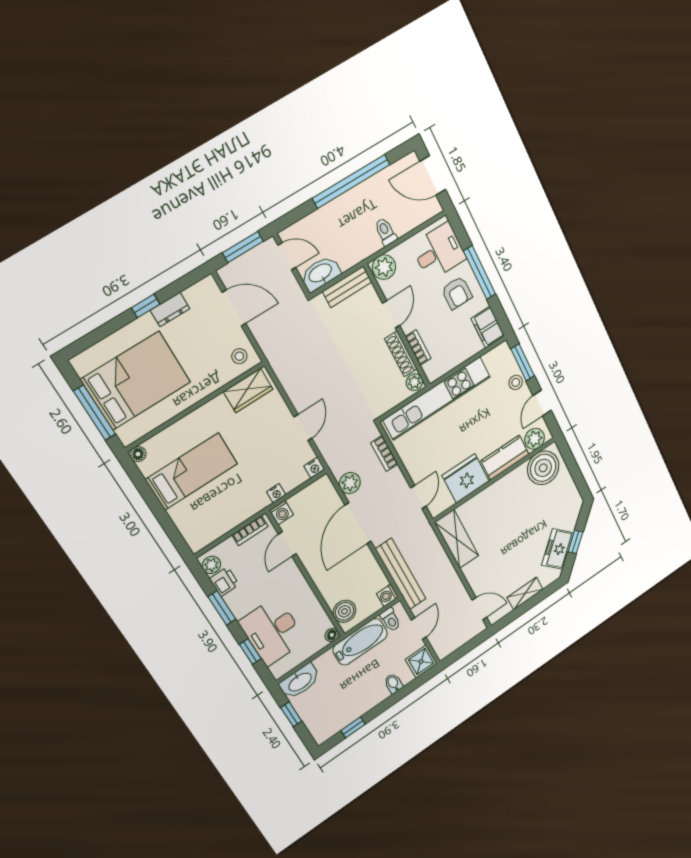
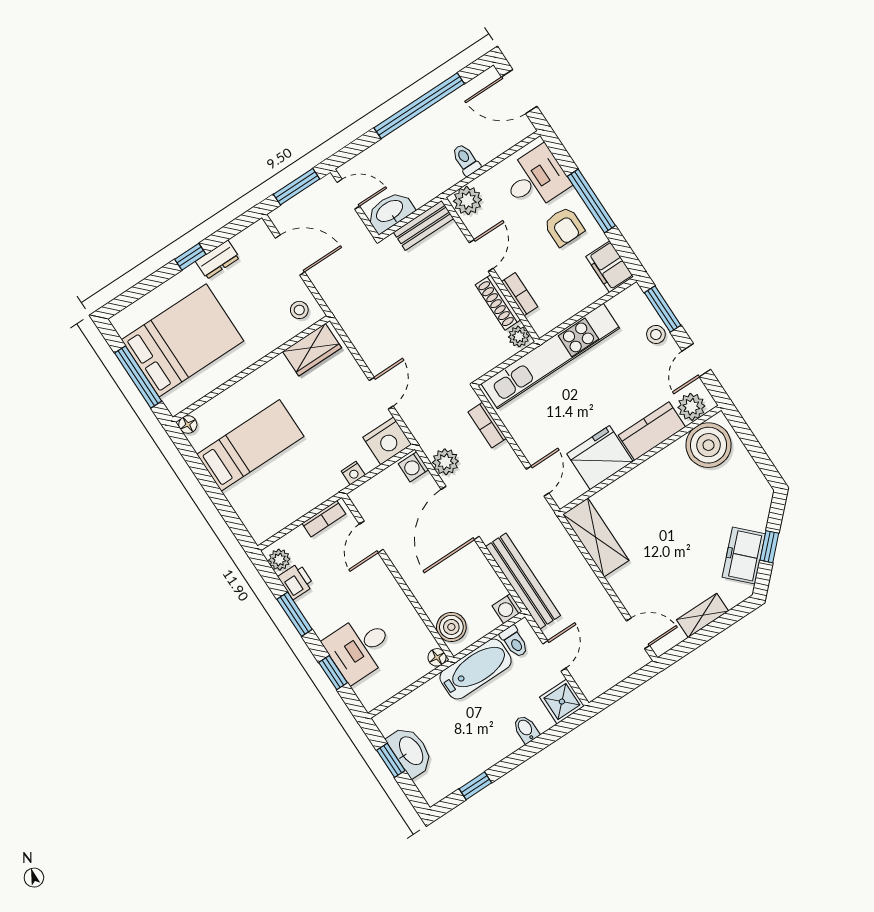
nightstand: (314, 468) -> (387, 441), width x1.89, depth x1.79
washing machine: (281, 513) -> (413, 467), moved, turned 90
desk: (272, 631) -> (360, 648), width x0.73
washbasin: (300, 682) -> (410, 751), moved, turned -90

